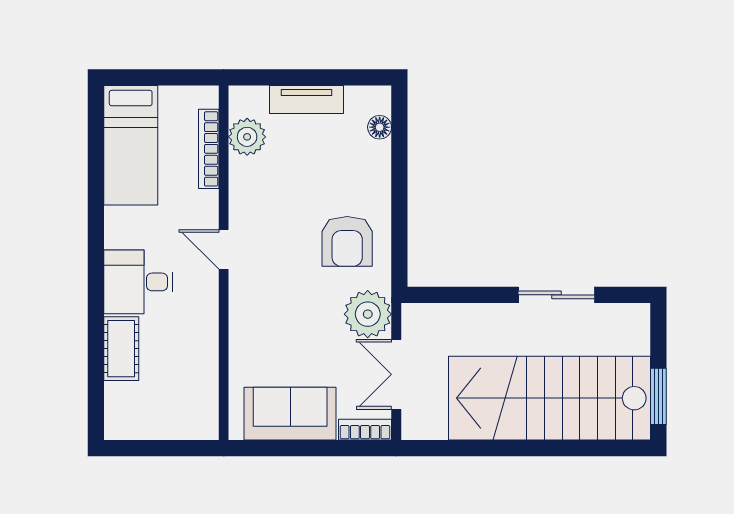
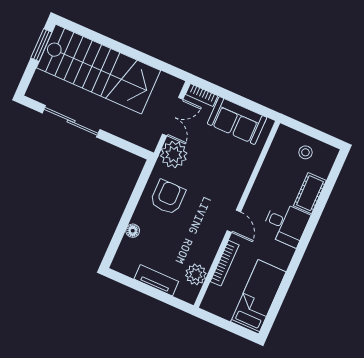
floor lamp: (380, 127) -> (133, 231), moved
bookcase: (209, 149) -> (225, 263), moved
sliding door: (556, 295) -> (71, 121), width x1.37
stool: (157, 411) -> (305, 152), added

